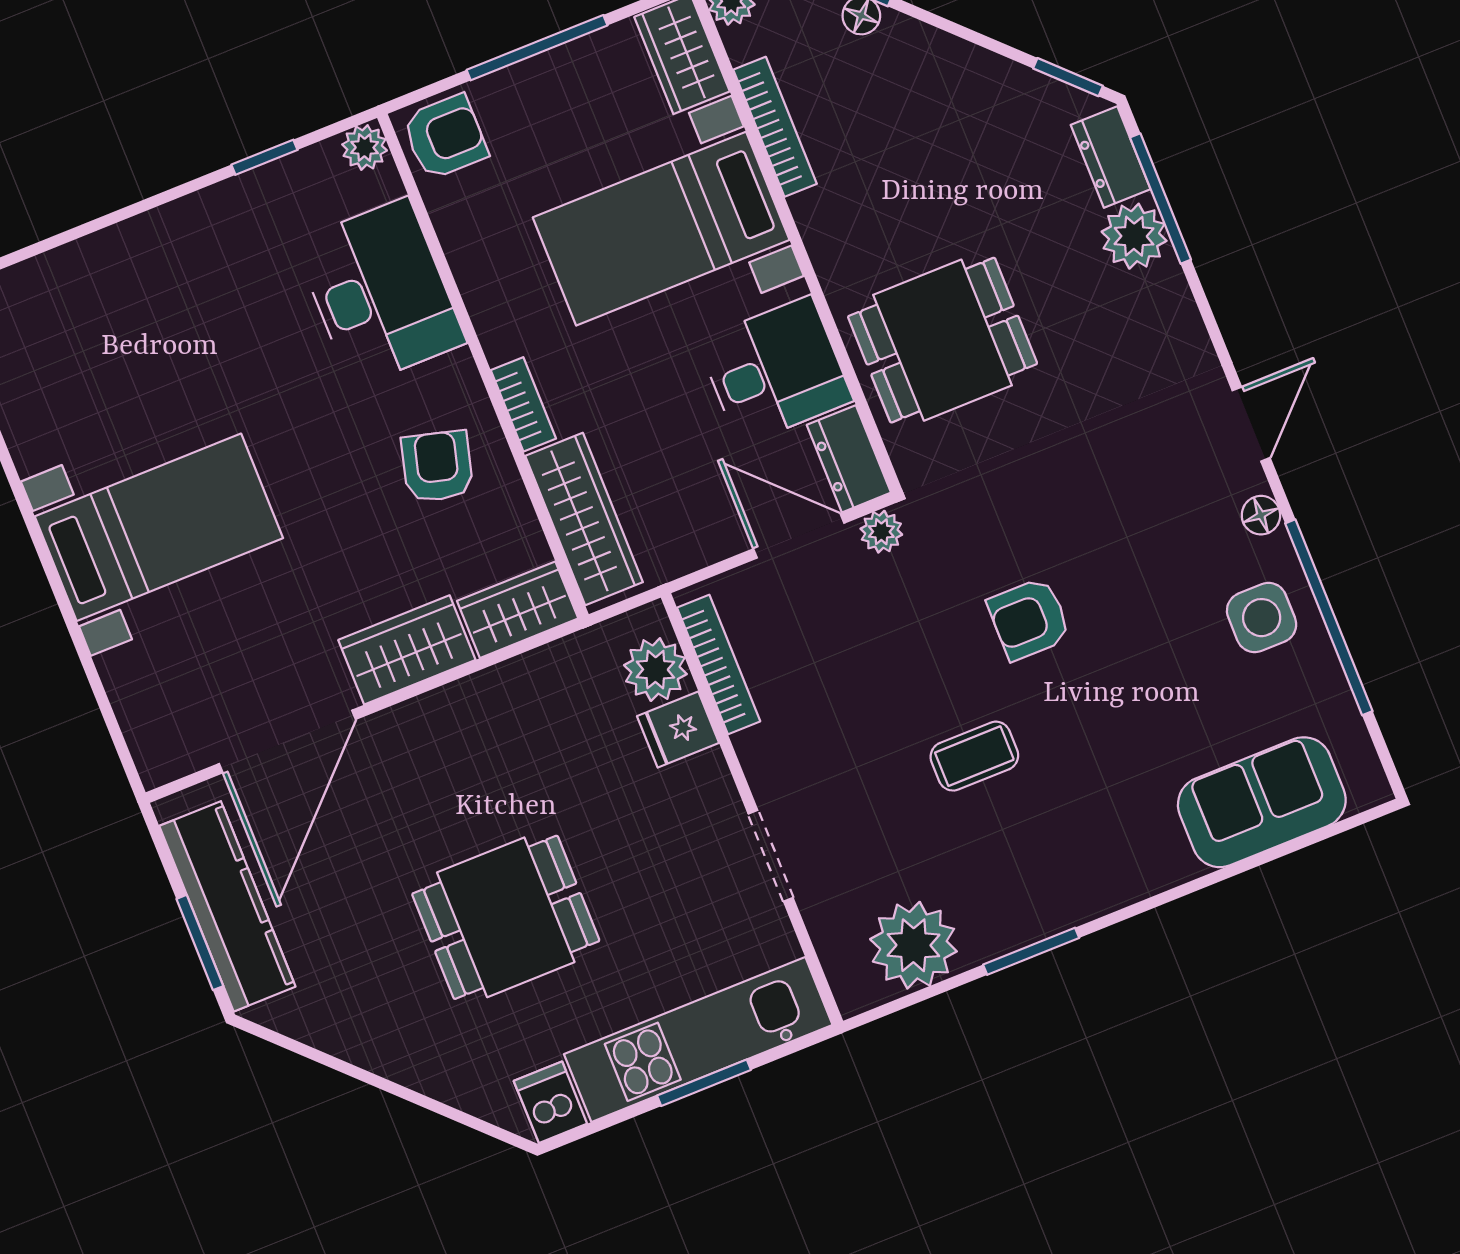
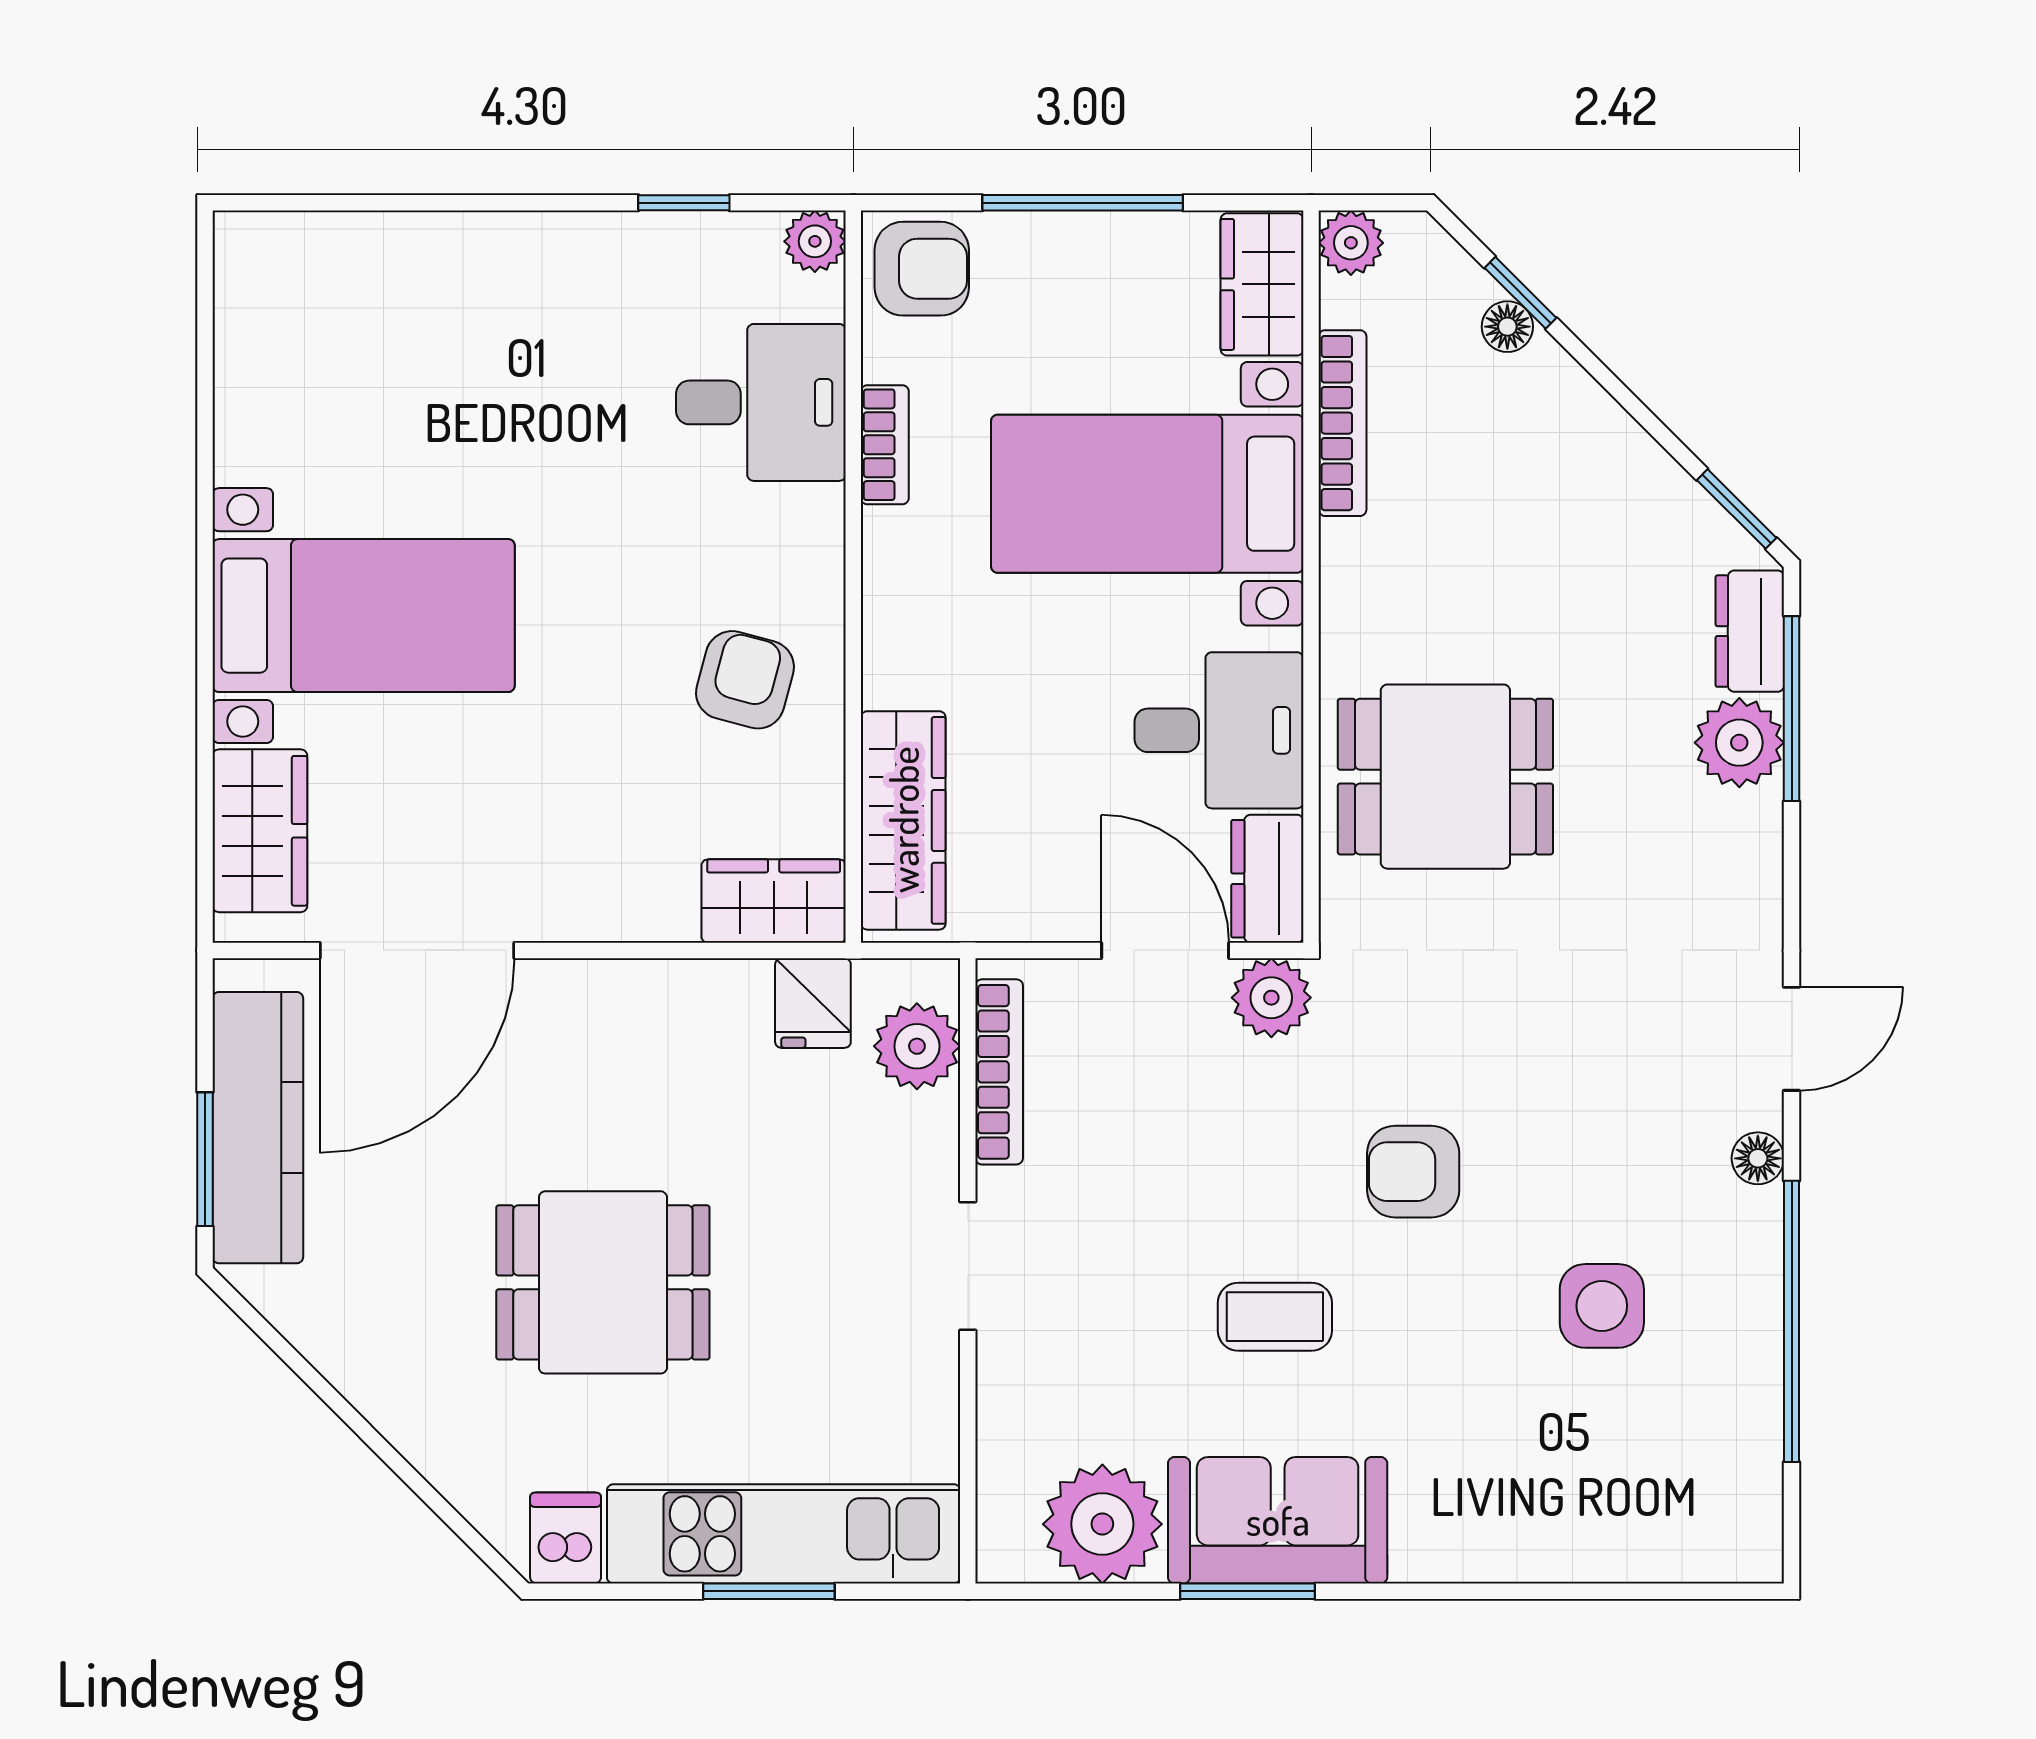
desk: (380, 292) -> (761, 402), width x0.73
bookcase: (523, 404) -> (885, 445), moved
plant: (881, 532) -> (1271, 998), width x1.38, depth x1.38
side table: (1262, 618) -> (1602, 1306), moved
wardrobe: (407, 650) -> (260, 831), moved, turned 90
fridge: (678, 730) -> (813, 1003), moved, turned -90
sofa: (1262, 802) -> (1278, 1520), moved
doorway: (771, 856) -> (968, 1266), moved

